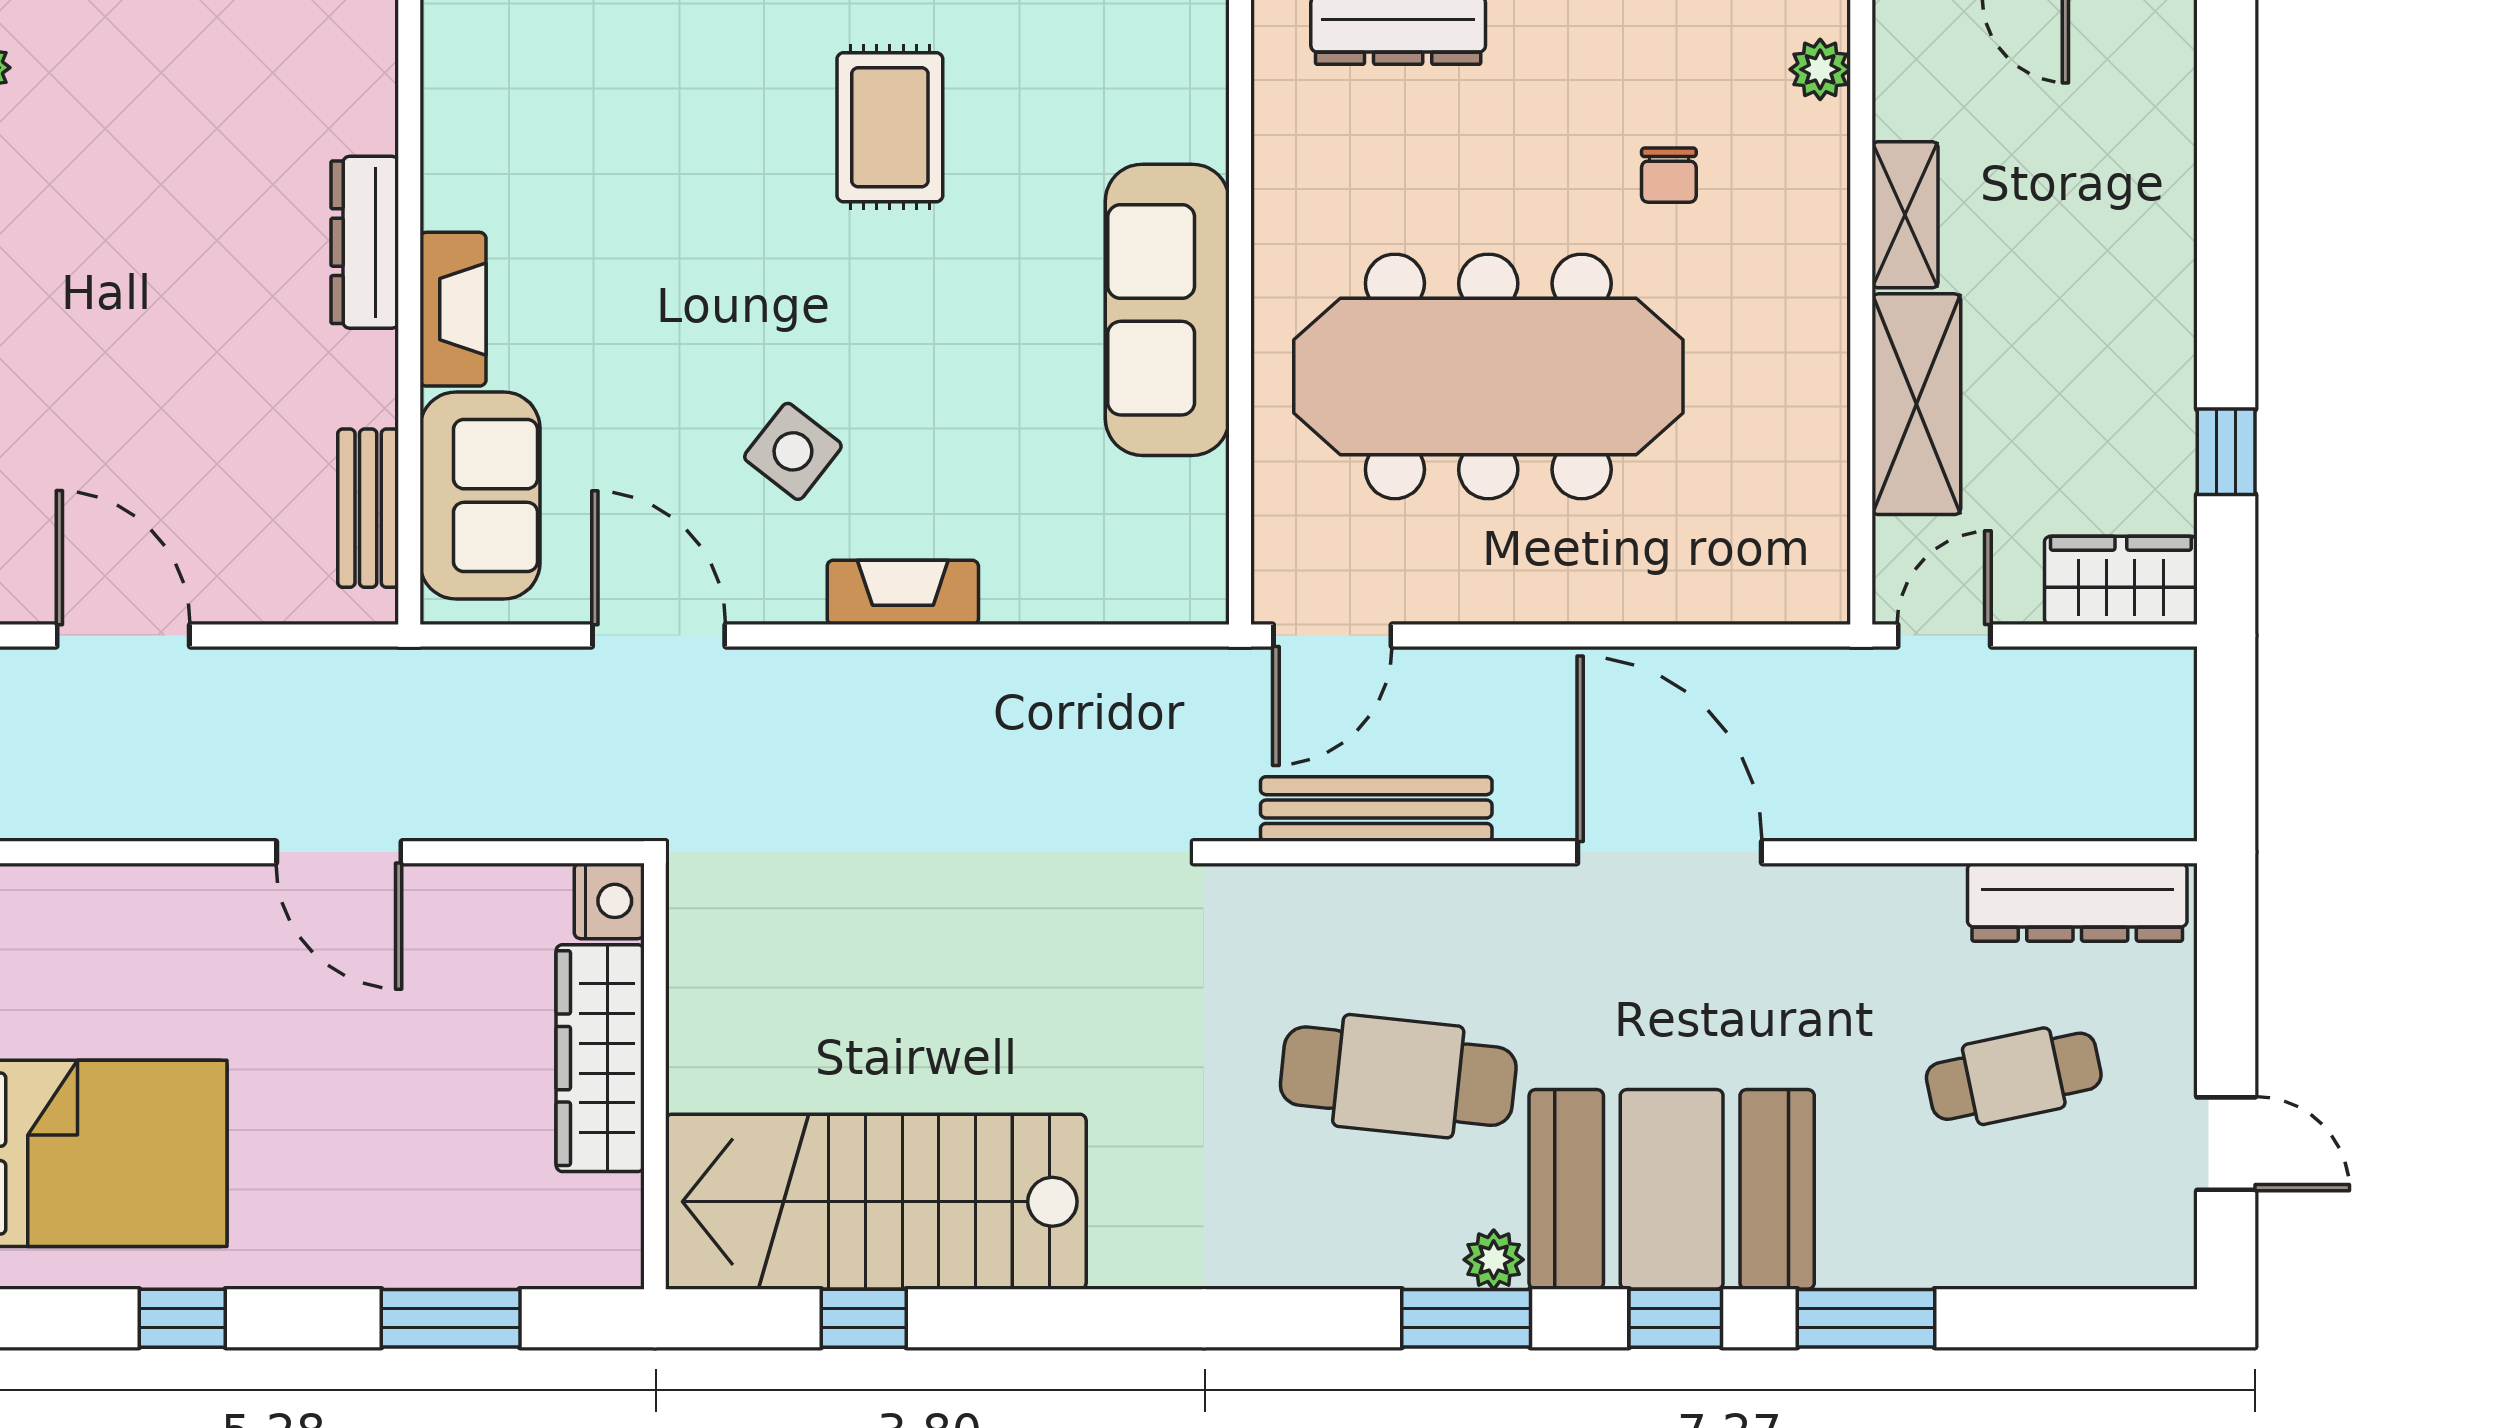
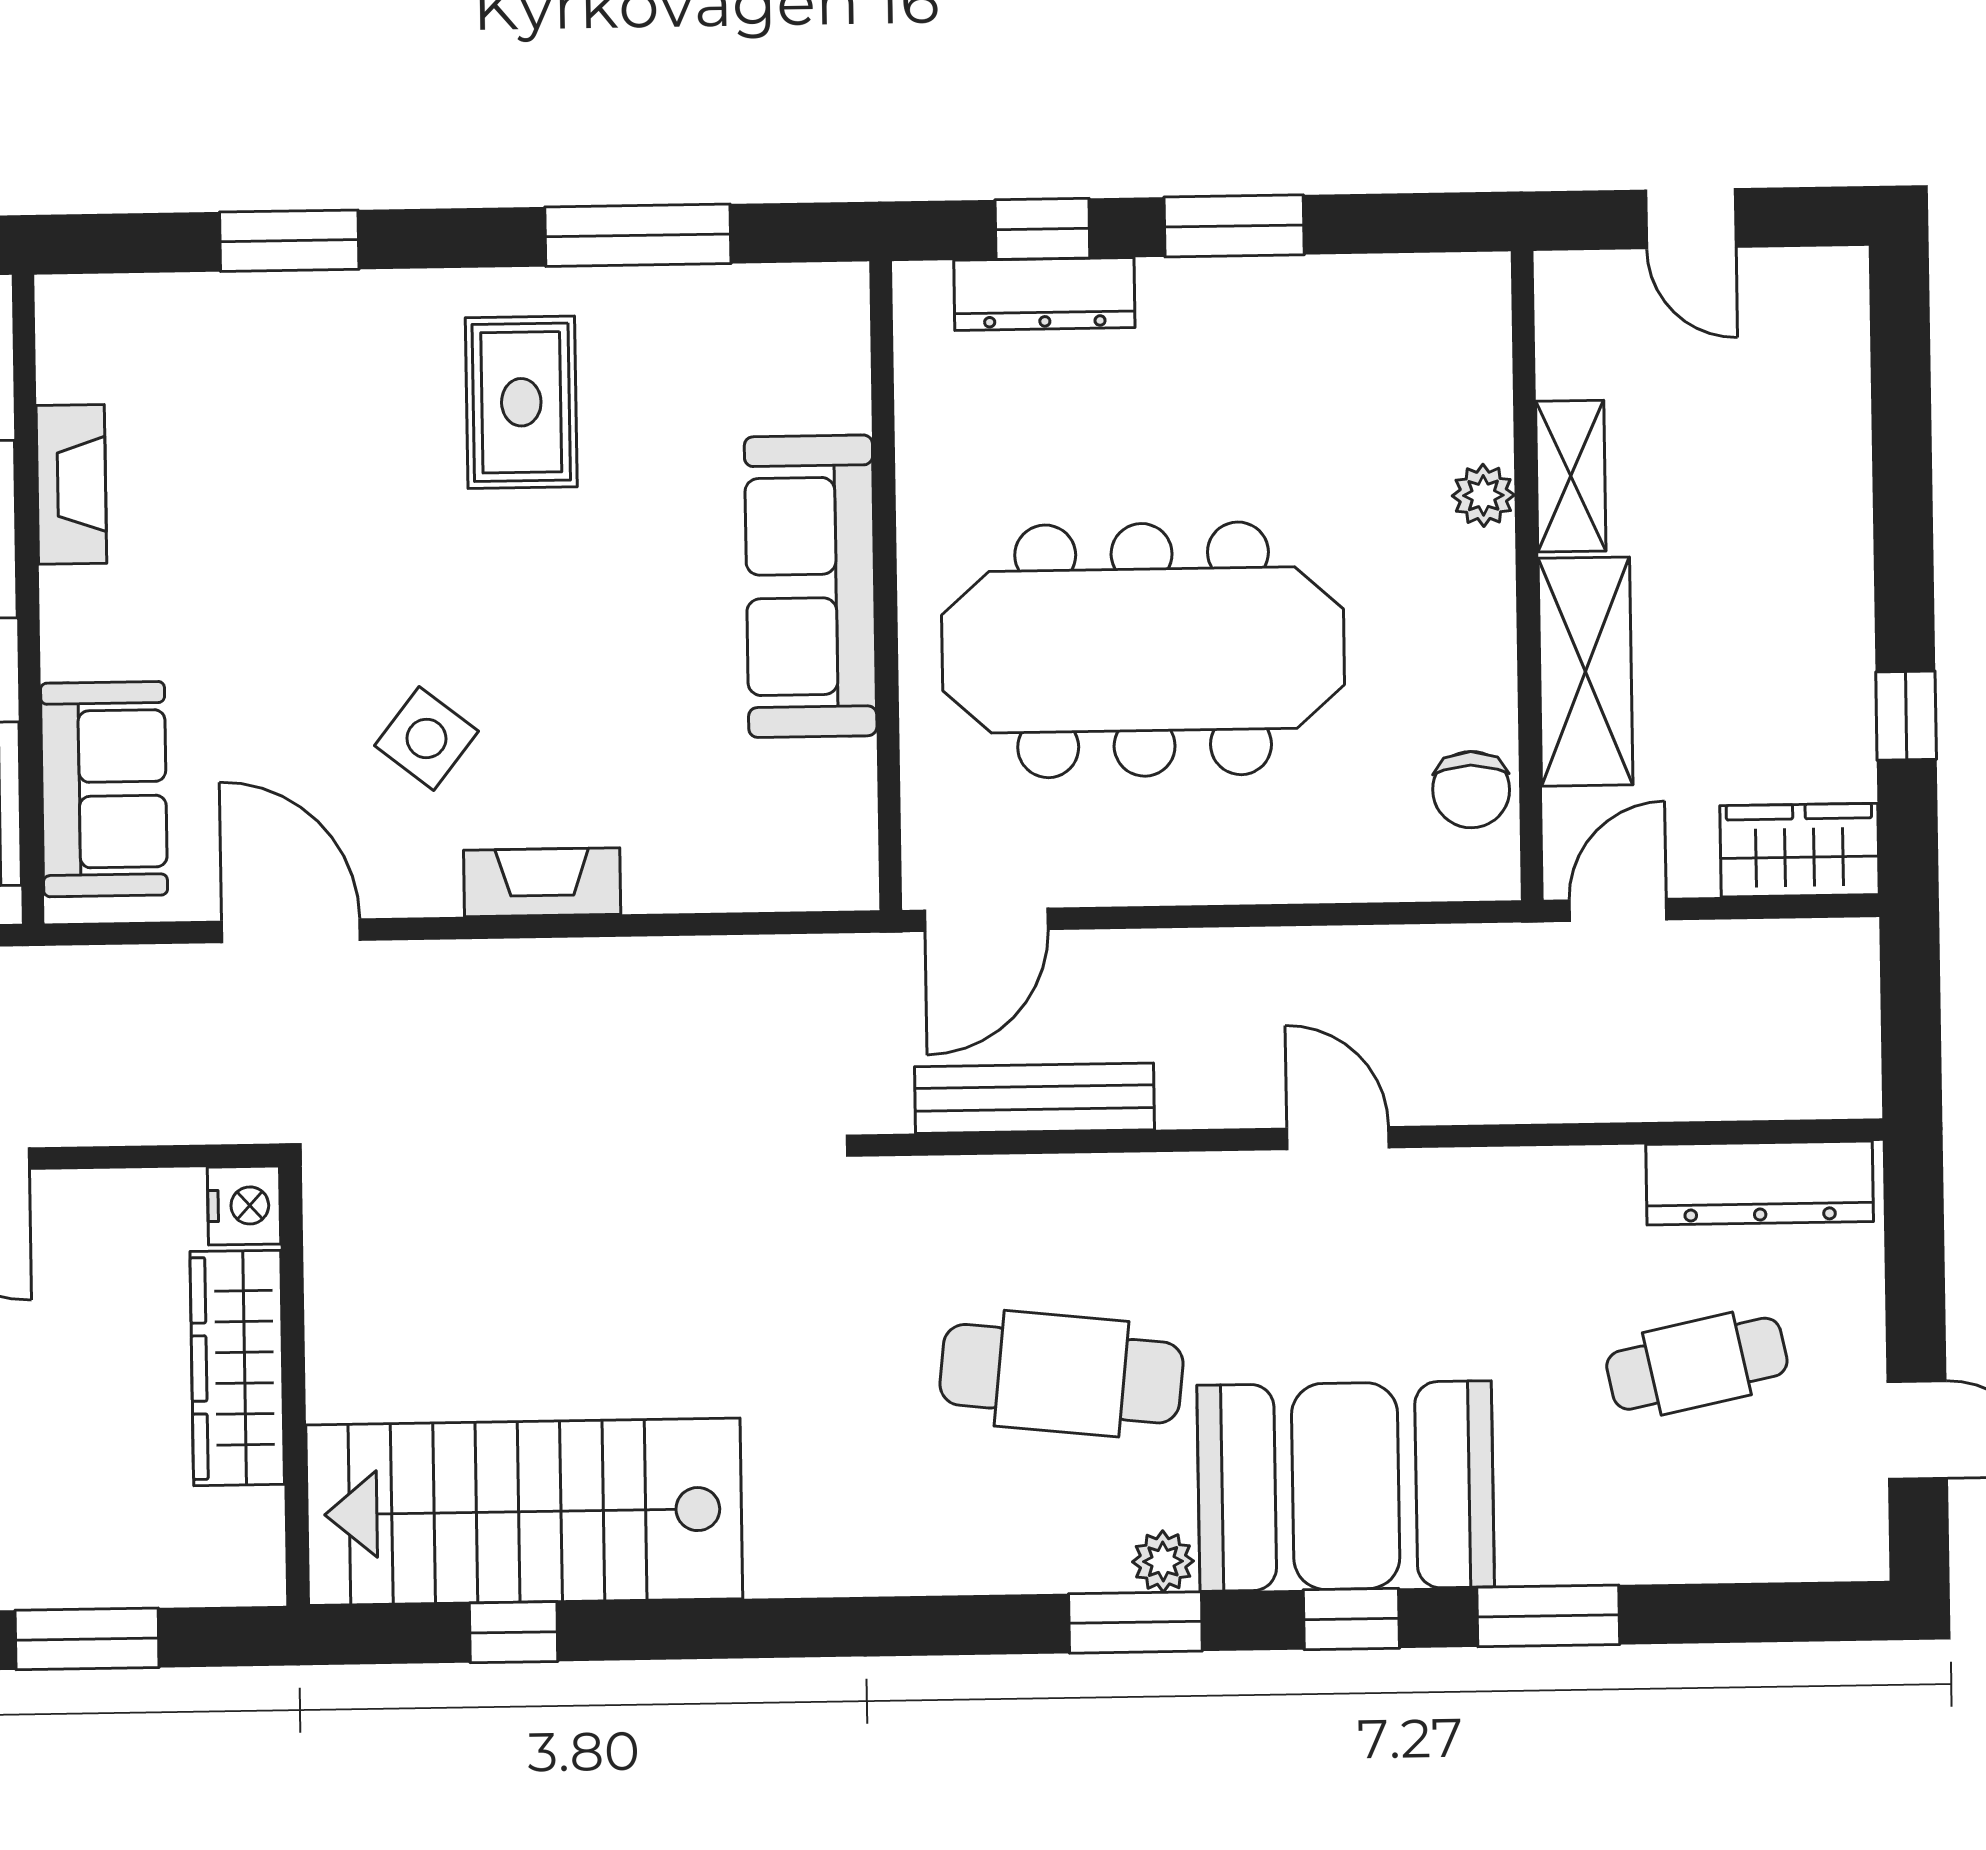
plant: (1820, 69) -> (1483, 495), moved
chair: (1669, 175) -> (1471, 790), moved, width x1.37, depth x1.37
fireplace: (453, 309) -> (71, 484), moved
door: (1670, 852) -> (1338, 1138), width x0.53

